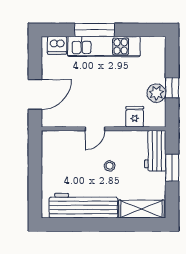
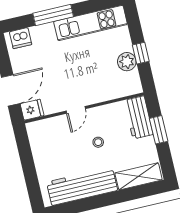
kitchen unit: (104, 46) -> (91, 23), moved
fridge: (135, 117) -> (32, 110), moved, turned 90

